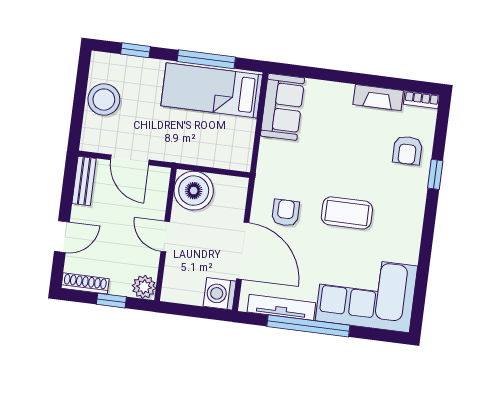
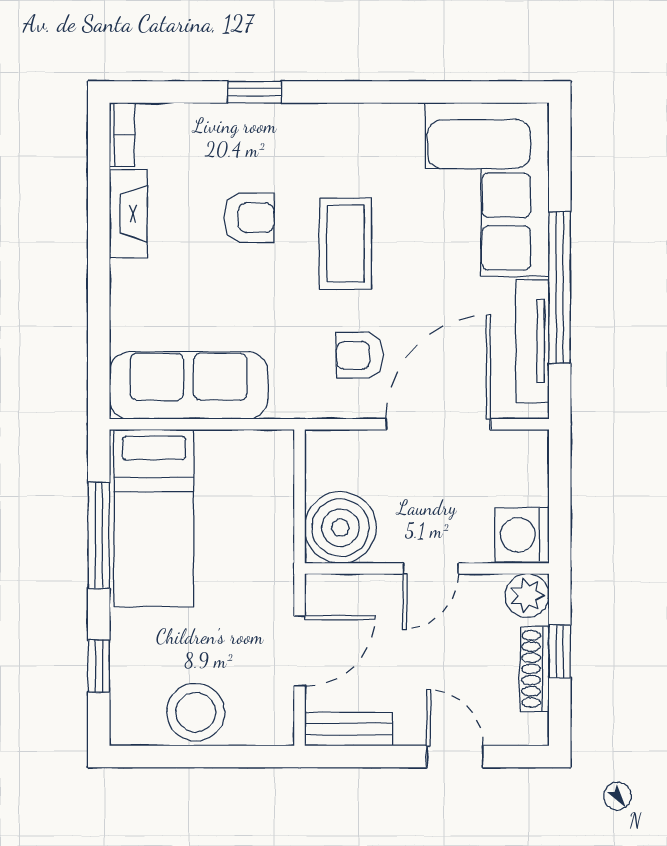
sofa: (282, 107) -> (189, 386), width x1.36
armchair: (407, 150) -> (249, 218), moved
shoe rack: (85, 283) -> (535, 669), moved
washing machine: (220, 294) -> (522, 535), moved, turned 90

